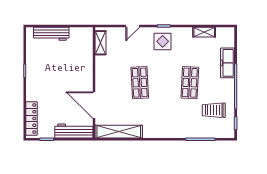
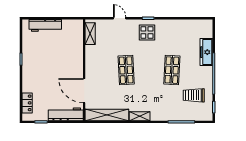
door: (133, 26) -> (120, 18), swing flipped
shelving: (204, 32) -> (140, 116), moved
locker: (31, 119) -> (27, 103), width x0.66

